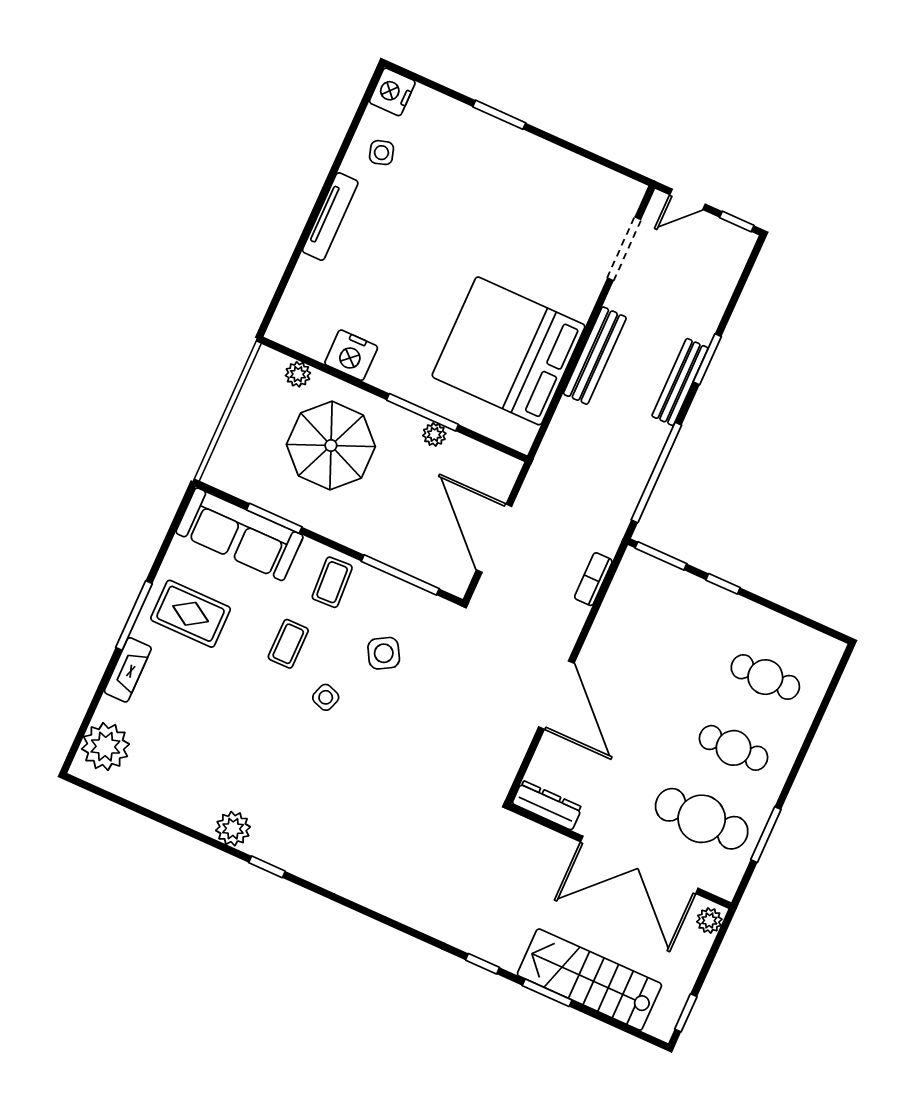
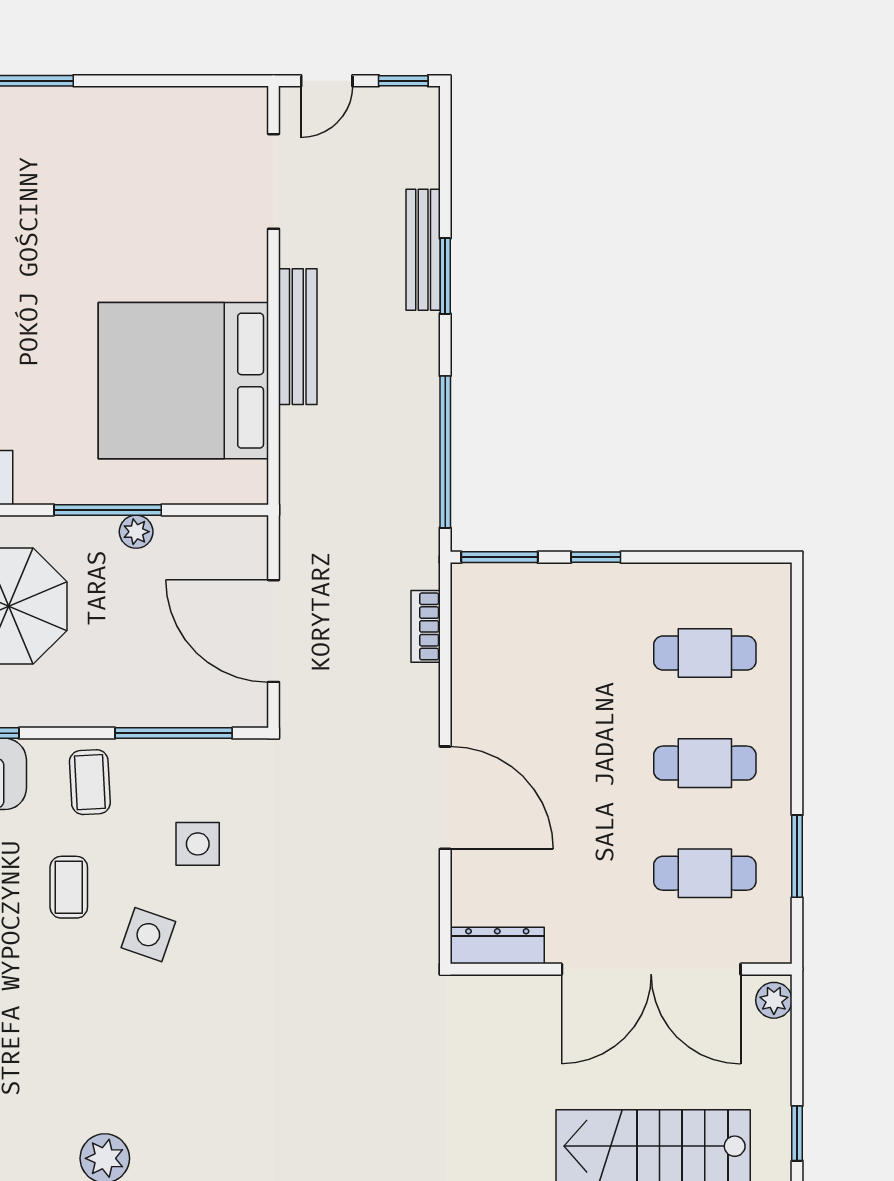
bench: (680, 382) -> (423, 250), moved
side table: (384, 653) -> (198, 844), turned 30
side table: (326, 697) -> (148, 935), width x1.37, depth x1.37
cafe table: (702, 819) -> (705, 873), width x0.73, depth x0.74

